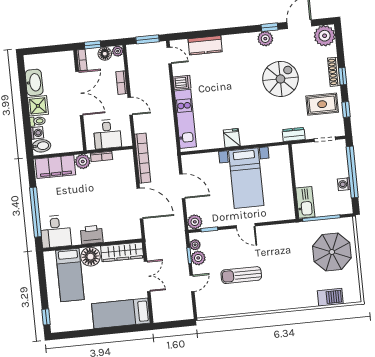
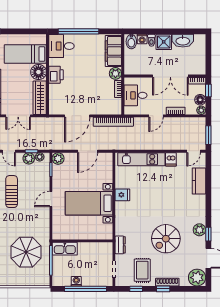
spiral stairs: (280, 79) -> (166, 239), turned 90
parasol: (332, 252) -> (26, 252), moved

